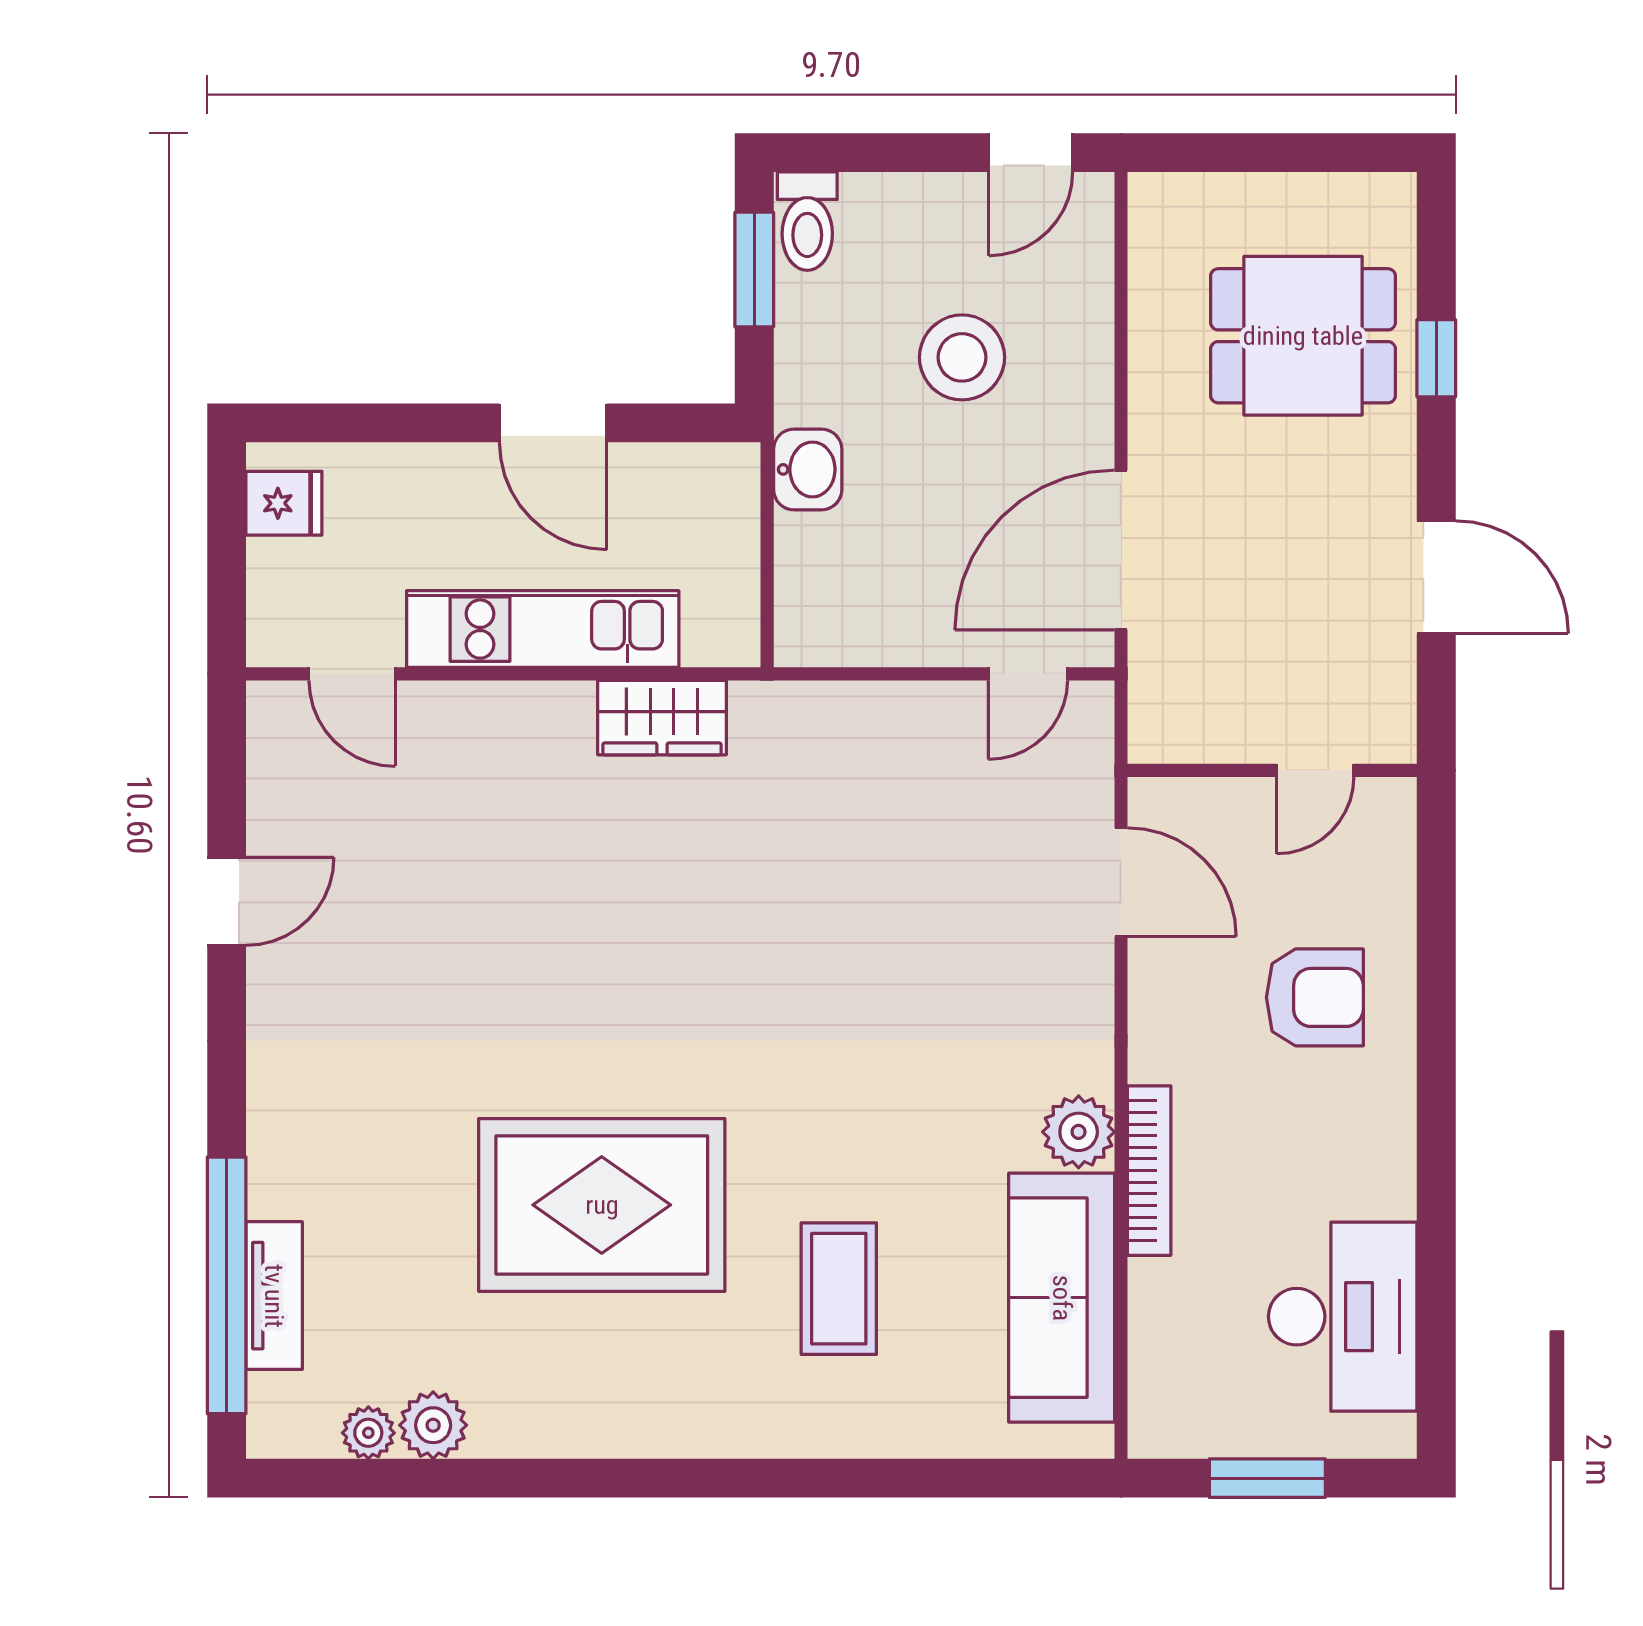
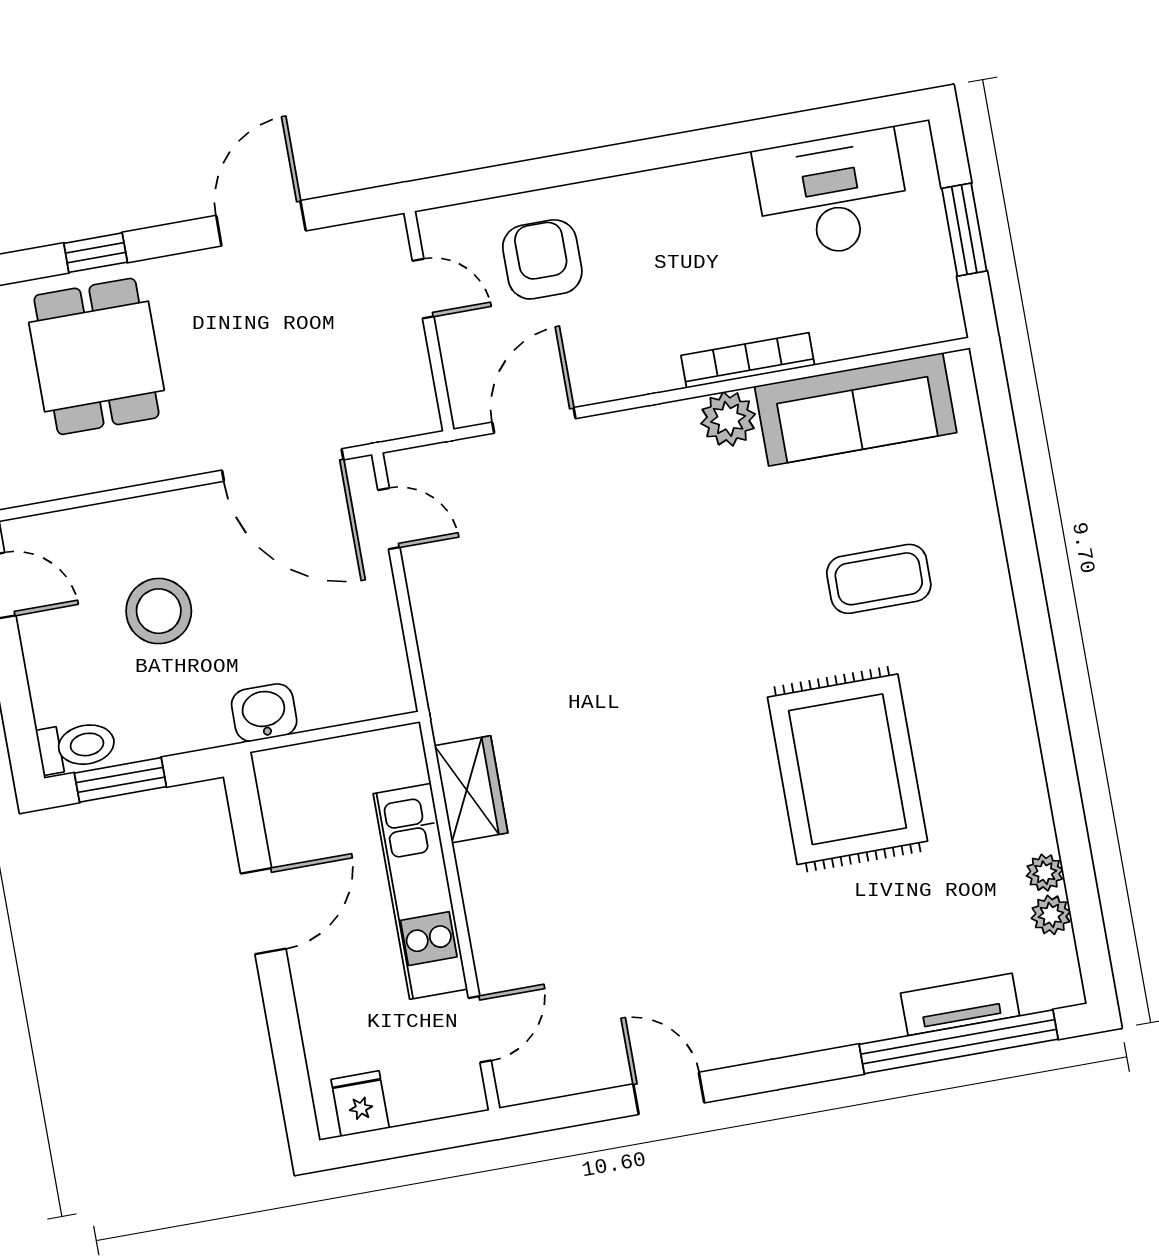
armchair: (1315, 997) -> (542, 259), moved
plant: (433, 1425) -> (1045, 873), width x0.73, depth x0.73

